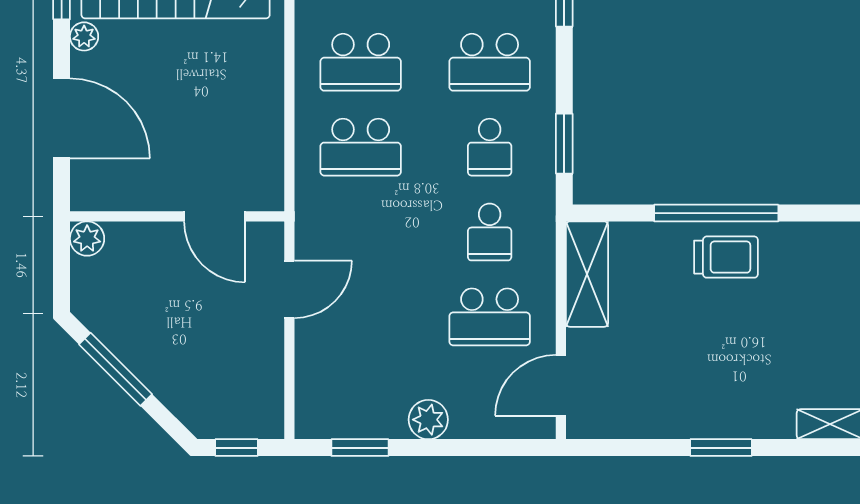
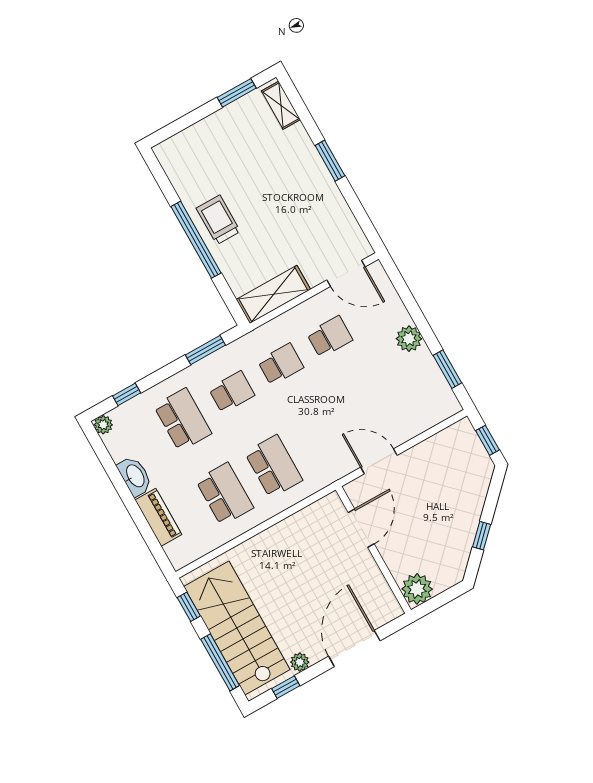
plant: (87, 239) -> (417, 589), width x1.36, depth x1.36
school desk: (490, 317) -> (330, 337), width x0.54
window: (116, 369) -> (482, 536), width x0.46

